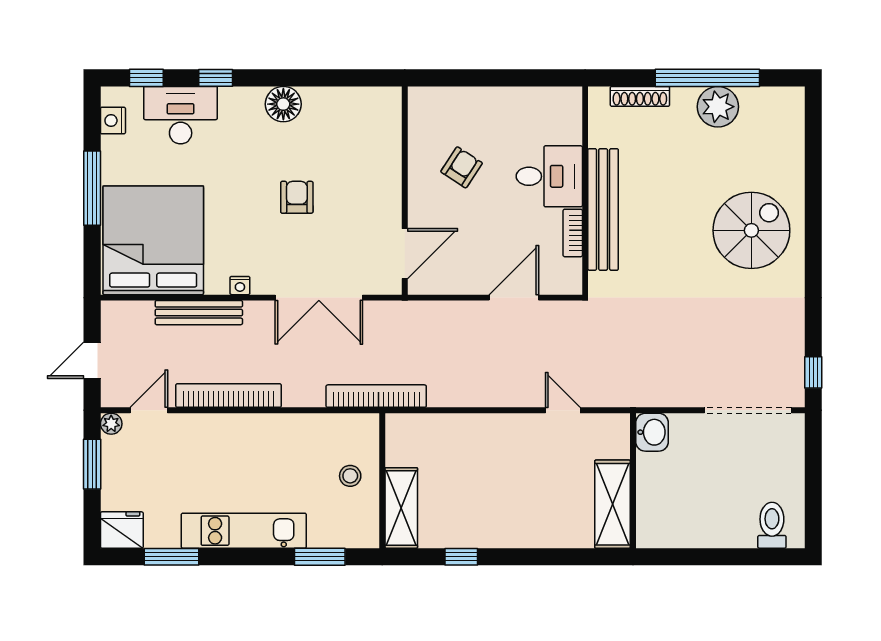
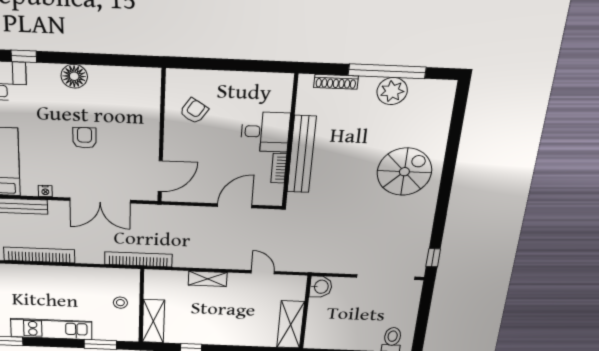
armchair: (462, 167) -> (194, 111), moved
shelving: (481, 426) -> (208, 279), added

